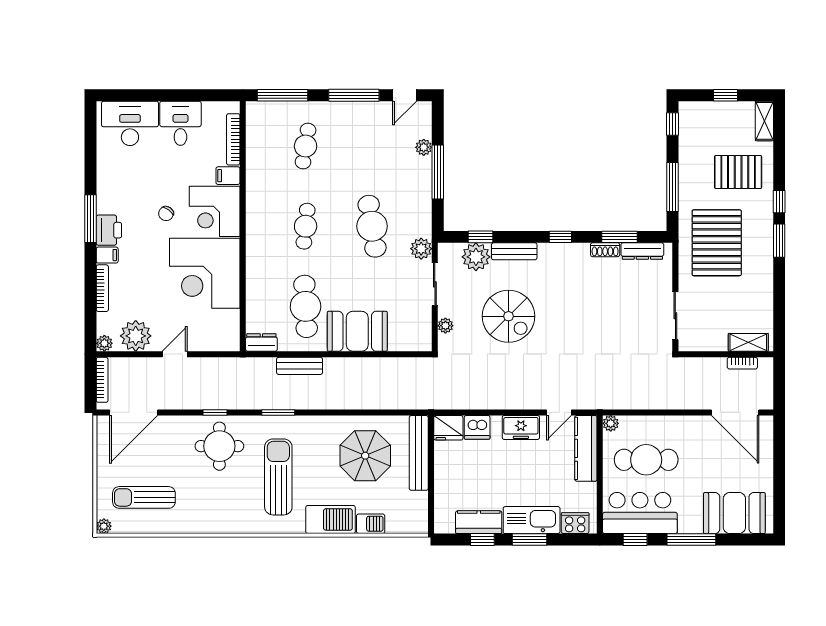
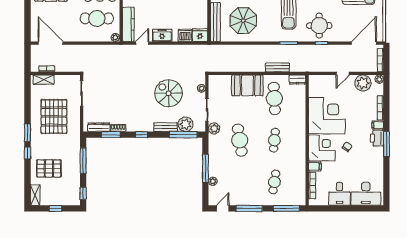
window: (480, 237) -> (183, 135), width x2.17
pallet: (717, 243) -> (54, 116), moved

